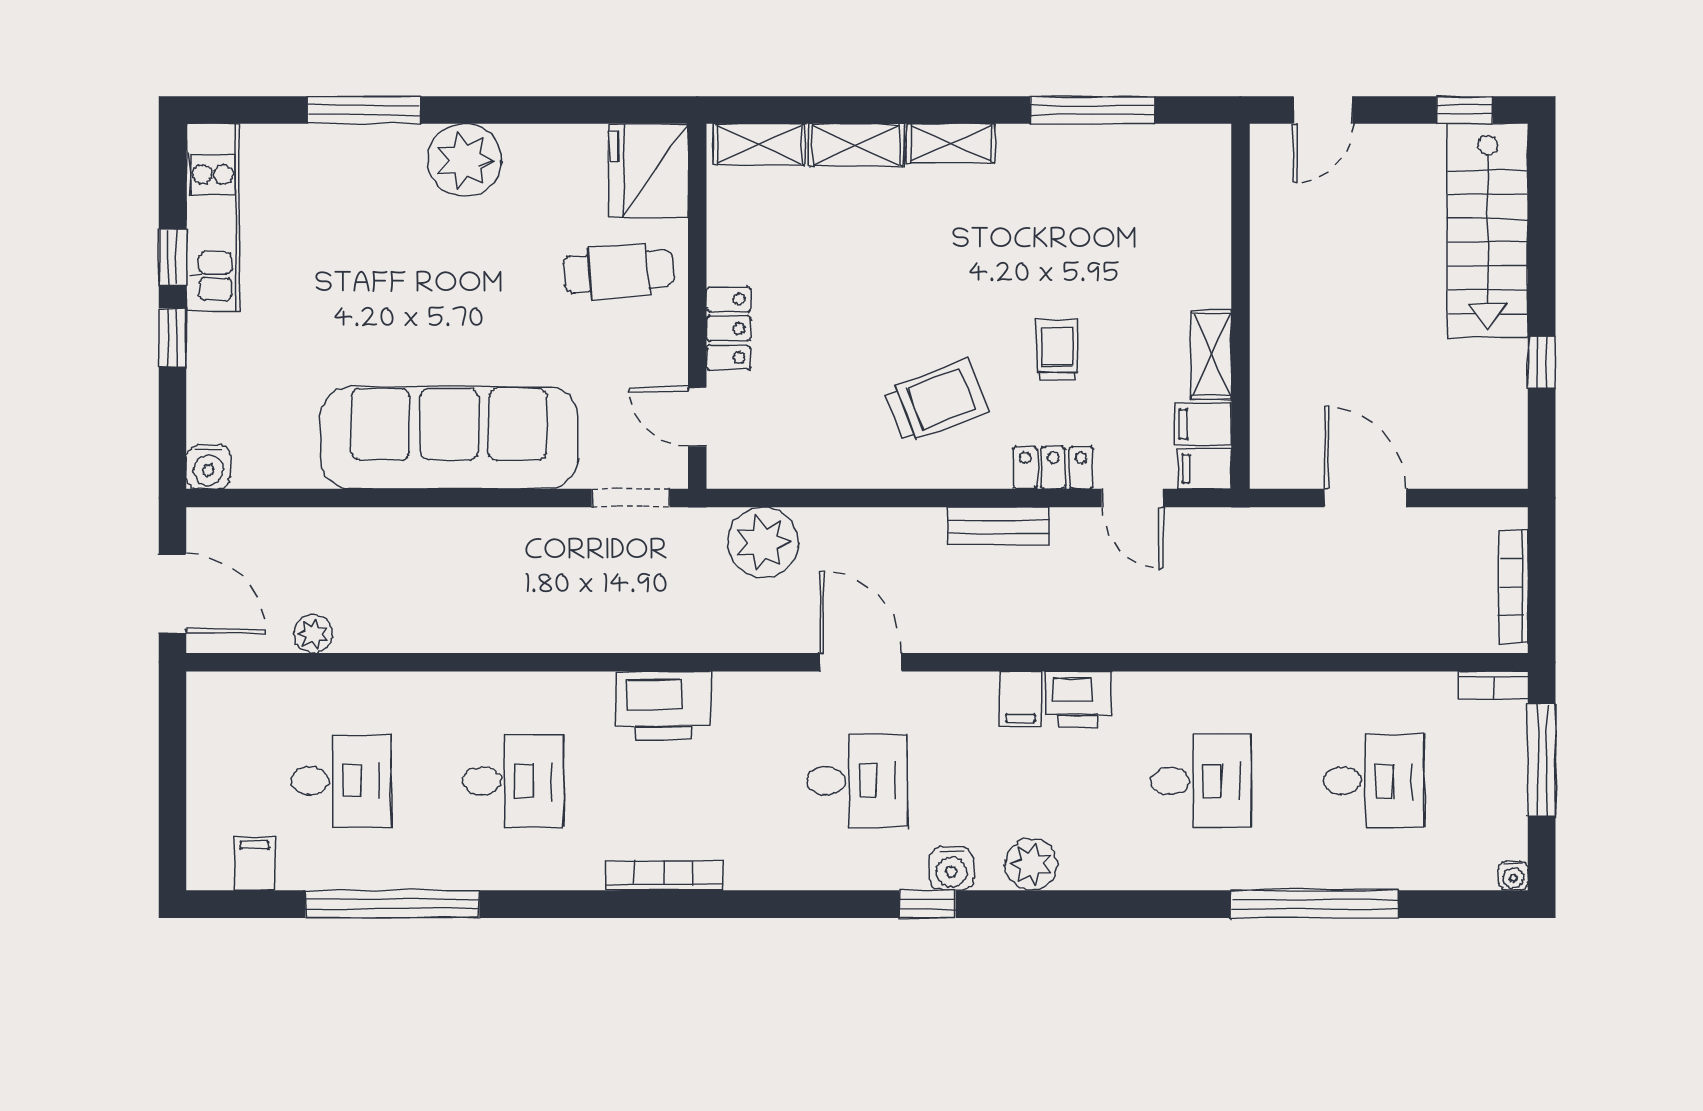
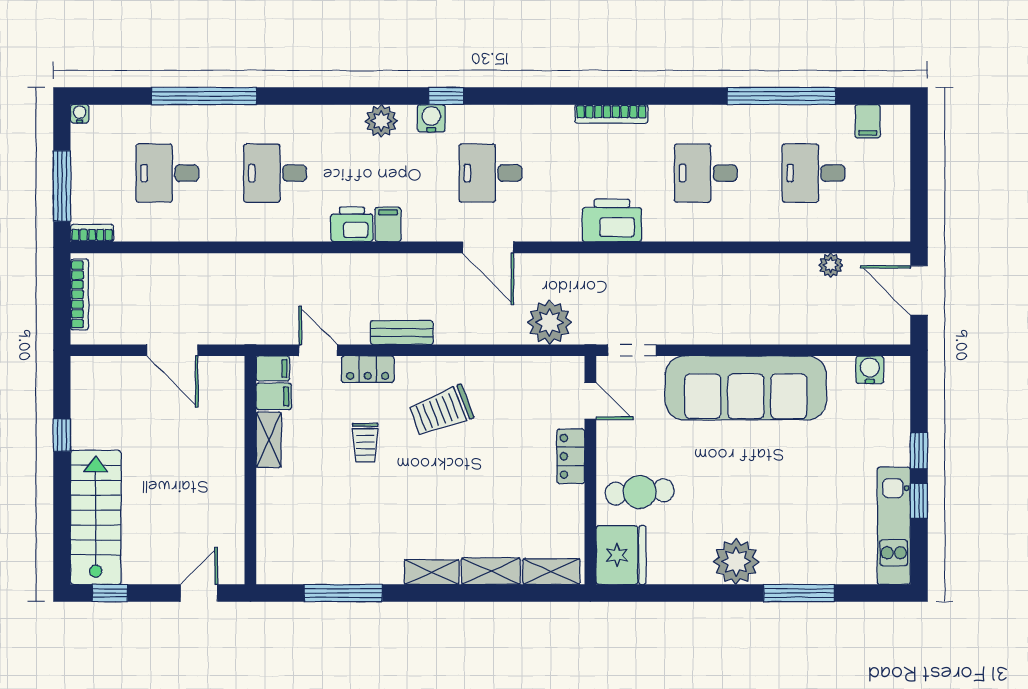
water cooler: (208, 467) -> (870, 370), moved

